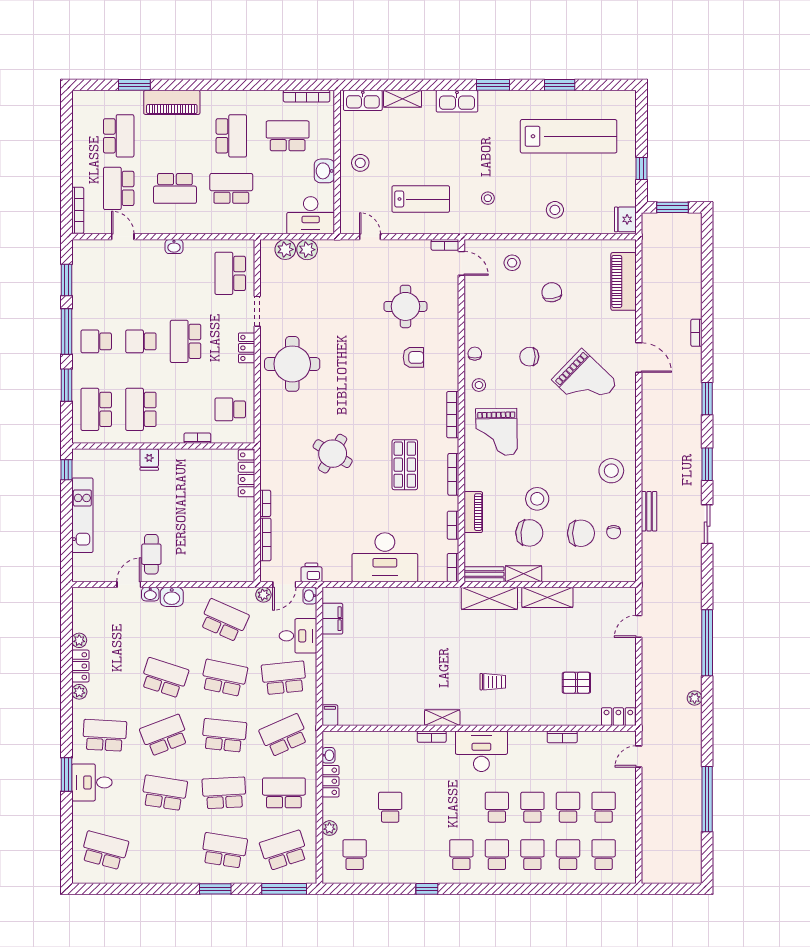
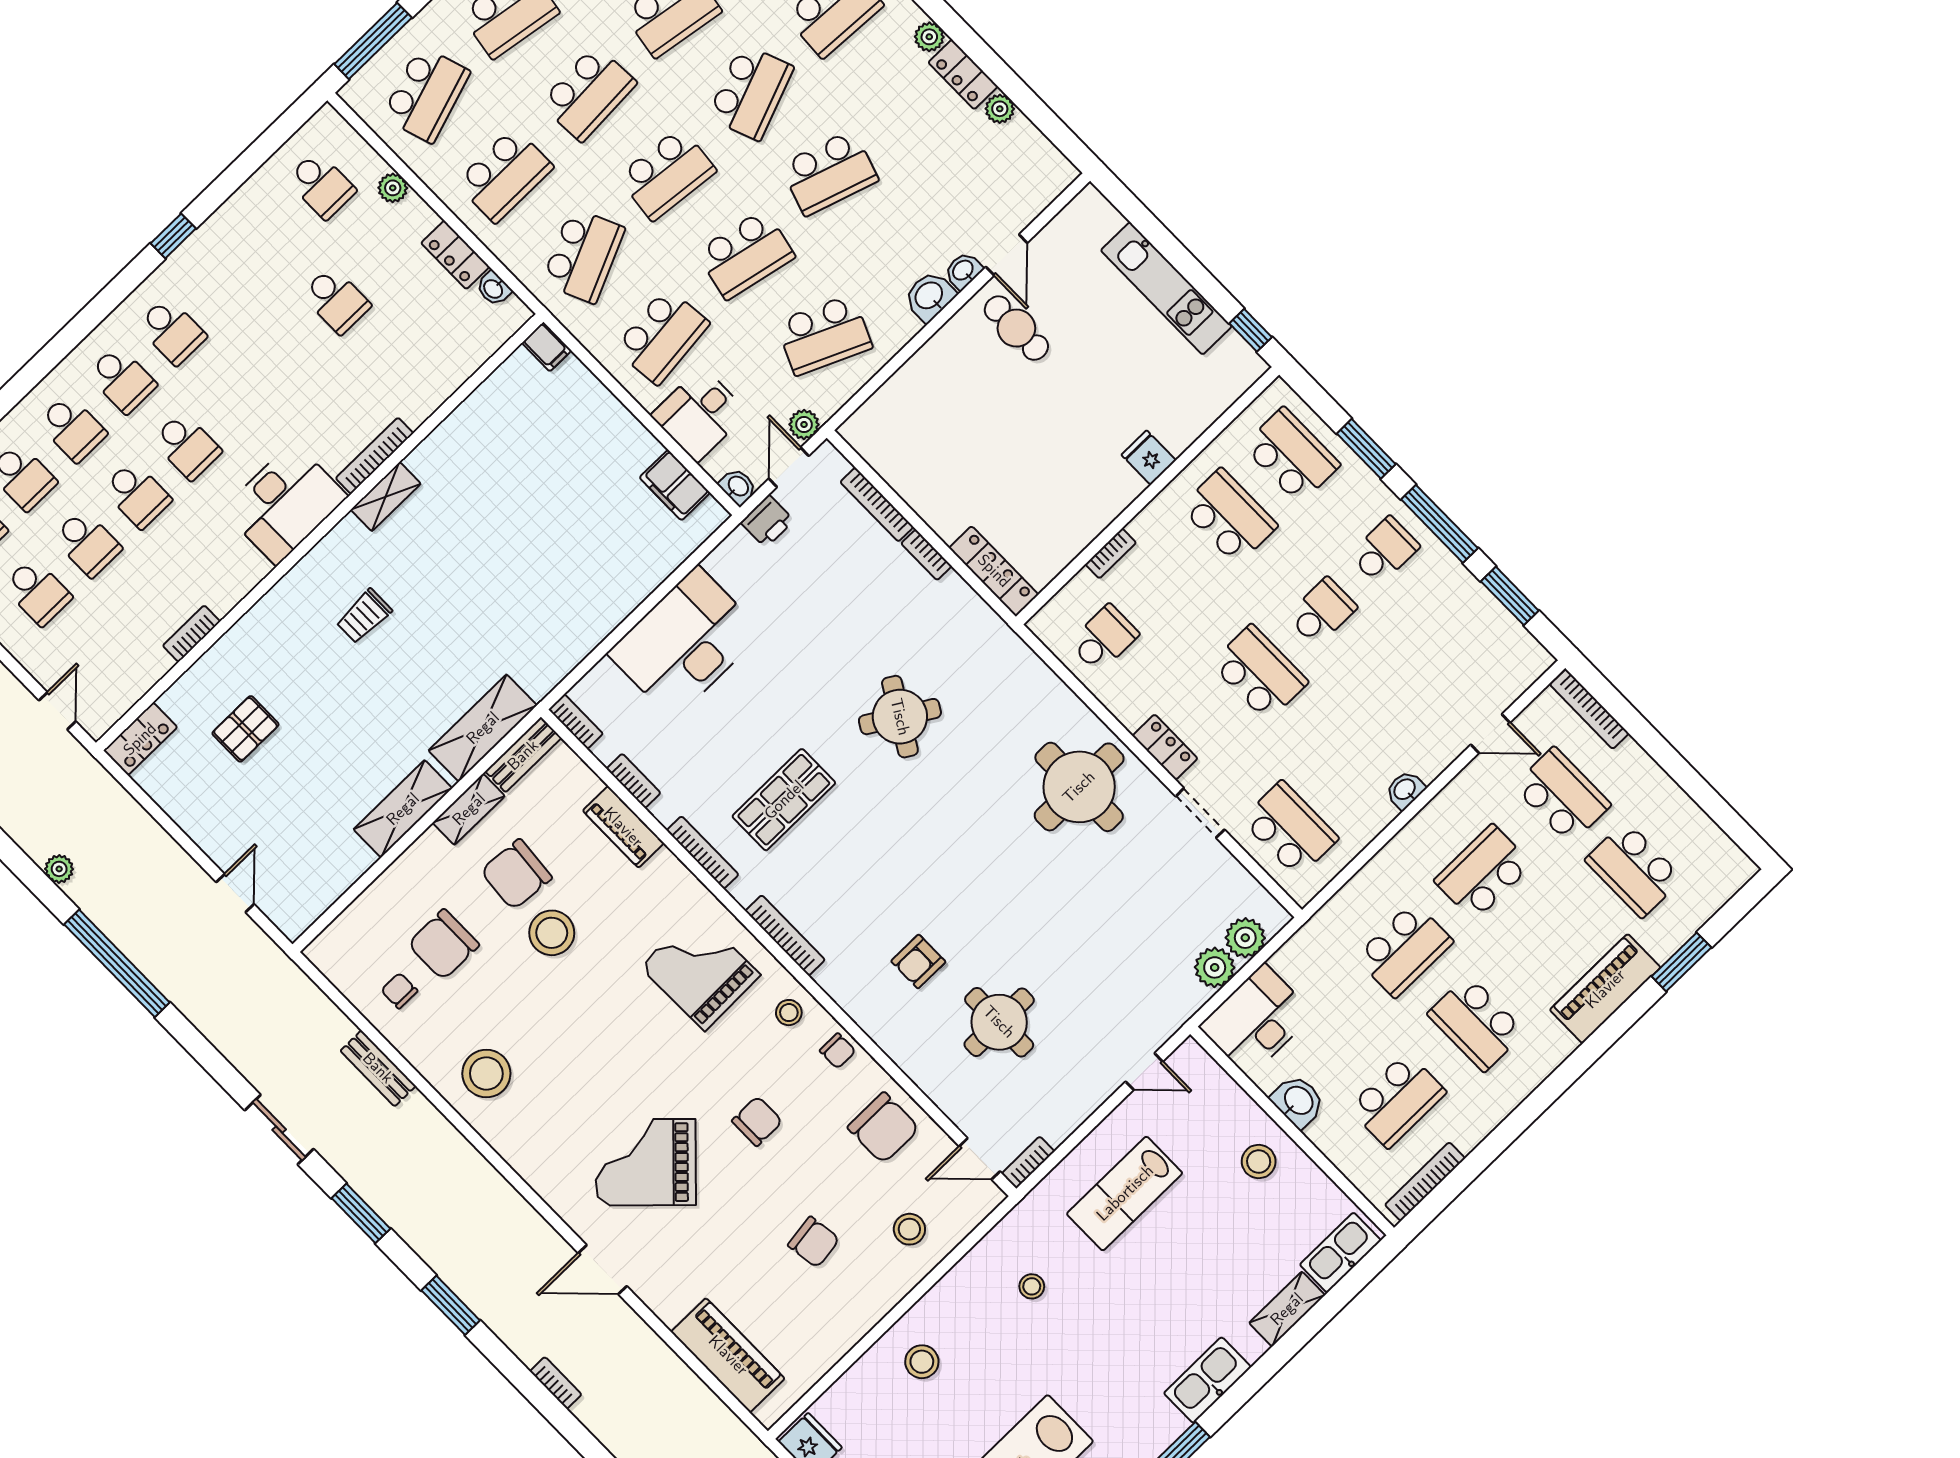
chair: (485, 309) -> (883, 1128), added
shop shelf: (405, 465) -> (784, 800), turned 90
bookcase: (432, 737) -> (374, 456), width x1.56

